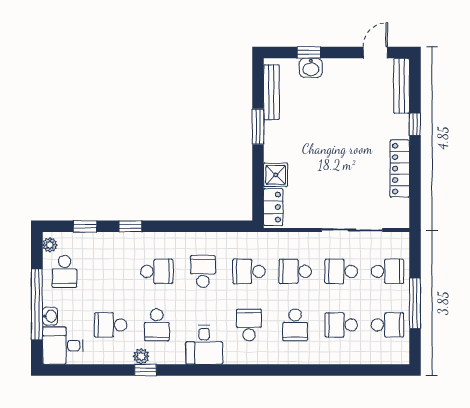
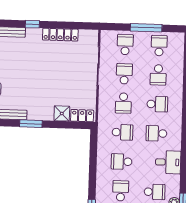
school desk: (249, 271) -> (122, 132), turned -90
school desk: (341, 271) -> (124, 74), turned 180

